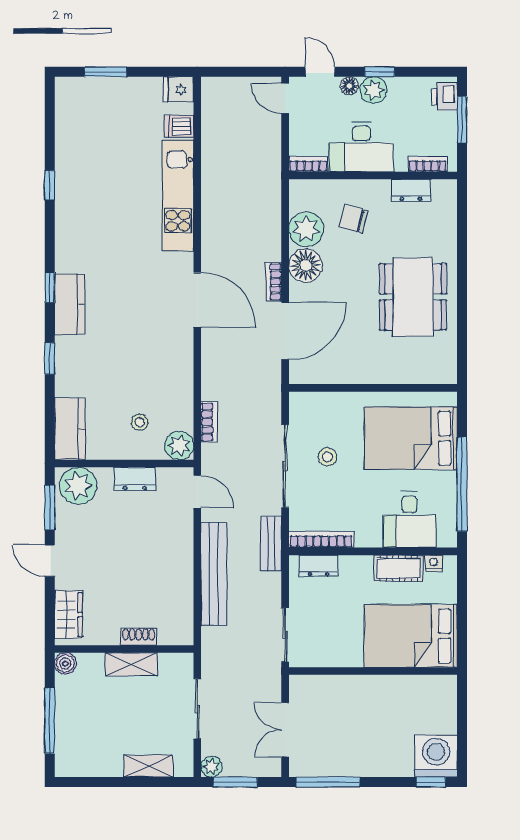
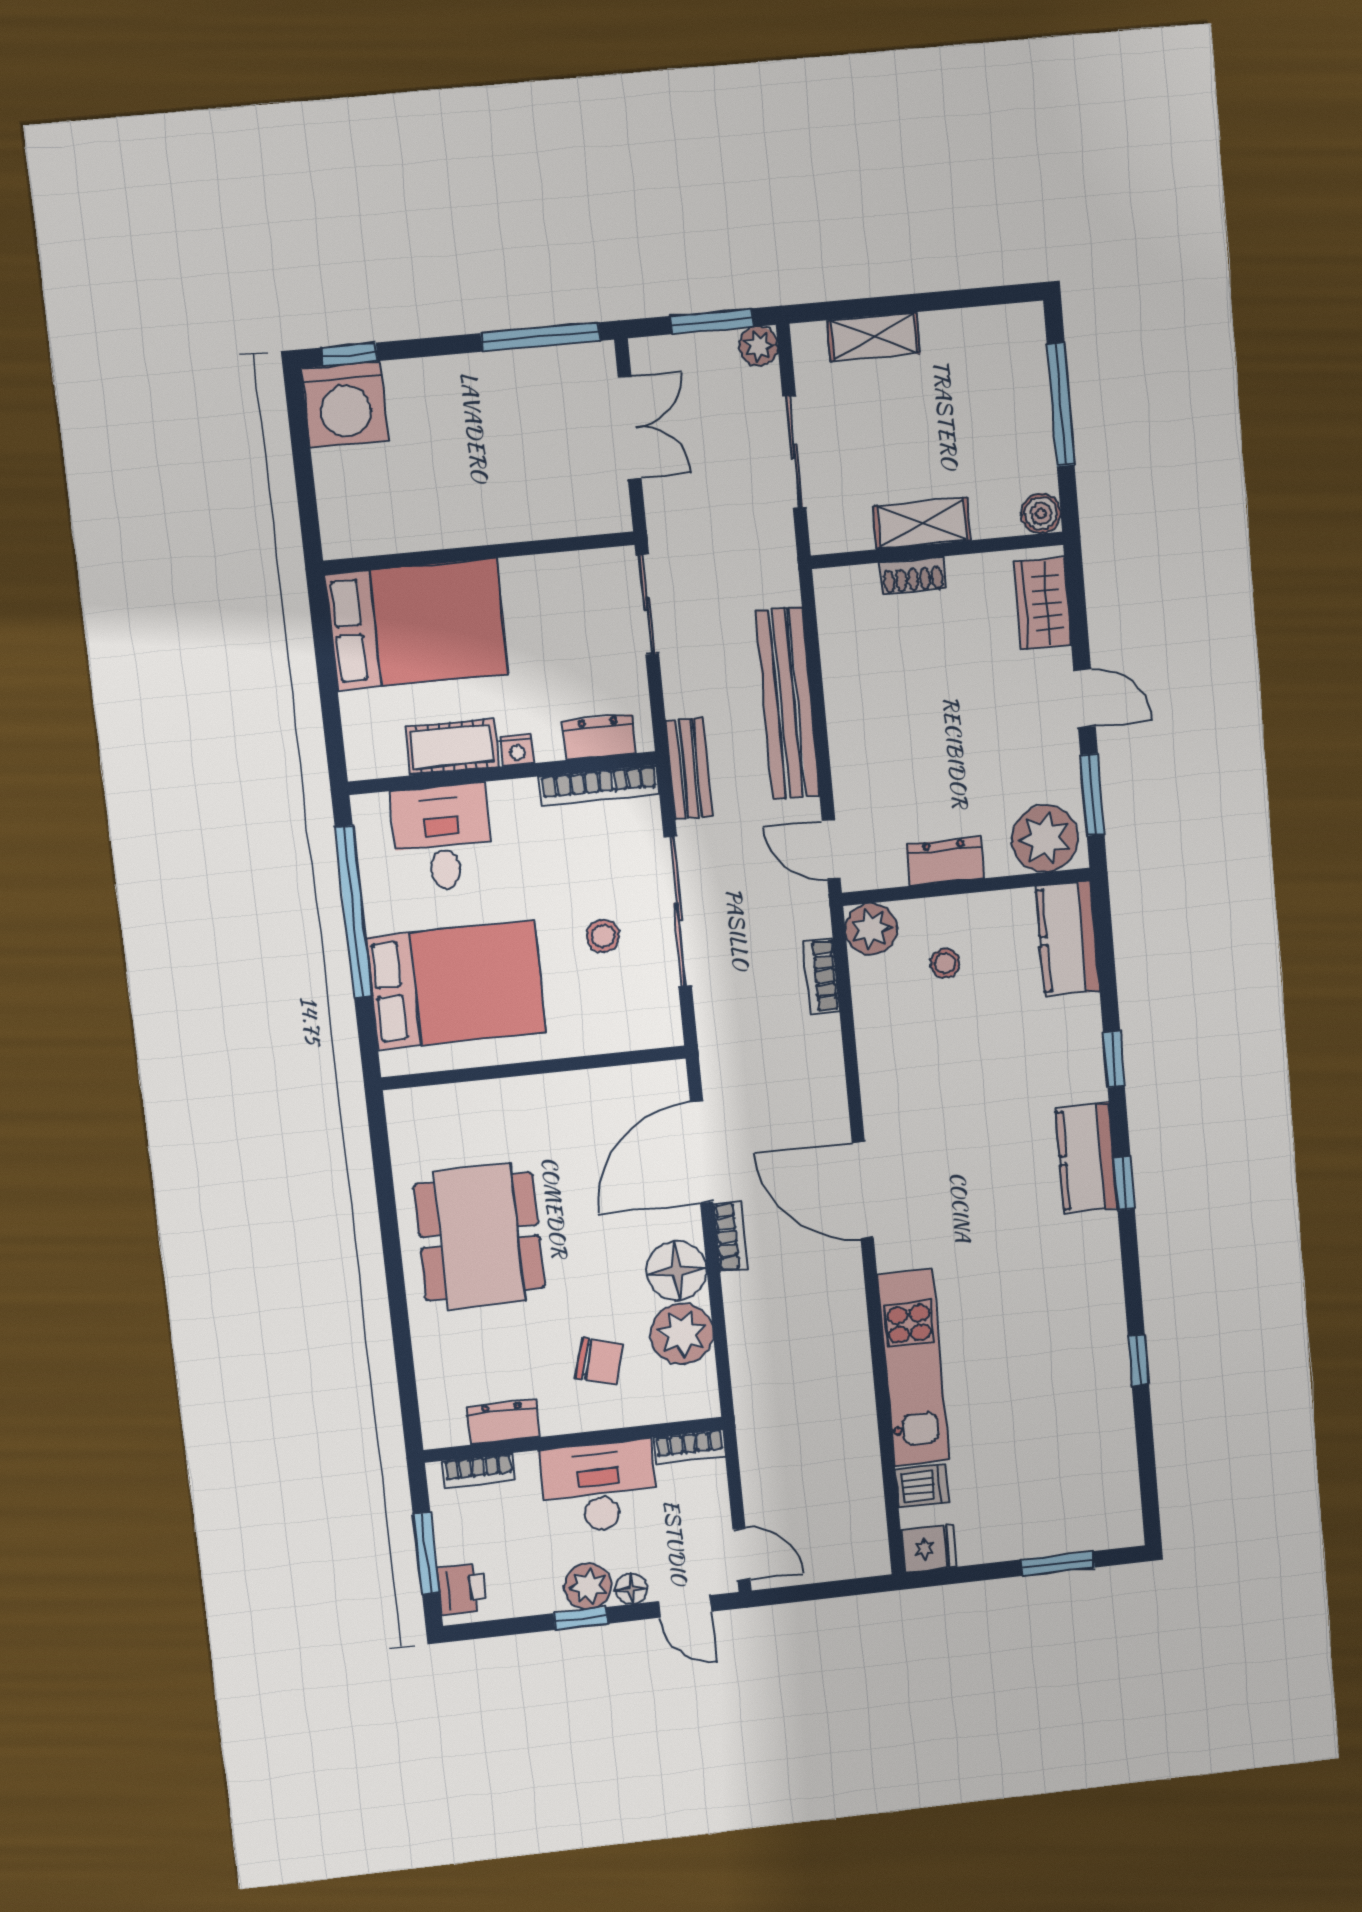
nightstand: (434, 563) -> (517, 750), moved

